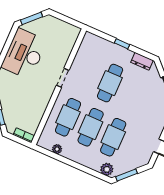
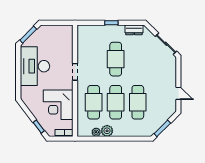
corner desk: (31, 104) -> (58, 105), added
plant: (107, 169) -> (107, 131), moved

